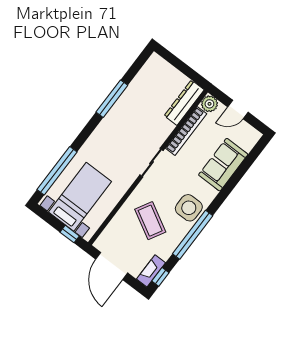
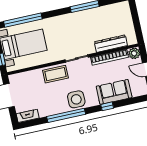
dresser: (184, 103) -> (111, 44), moved
coffee table: (150, 221) -> (55, 74), moved, turned 61
window: (160, 277) -> (107, 106), moved

